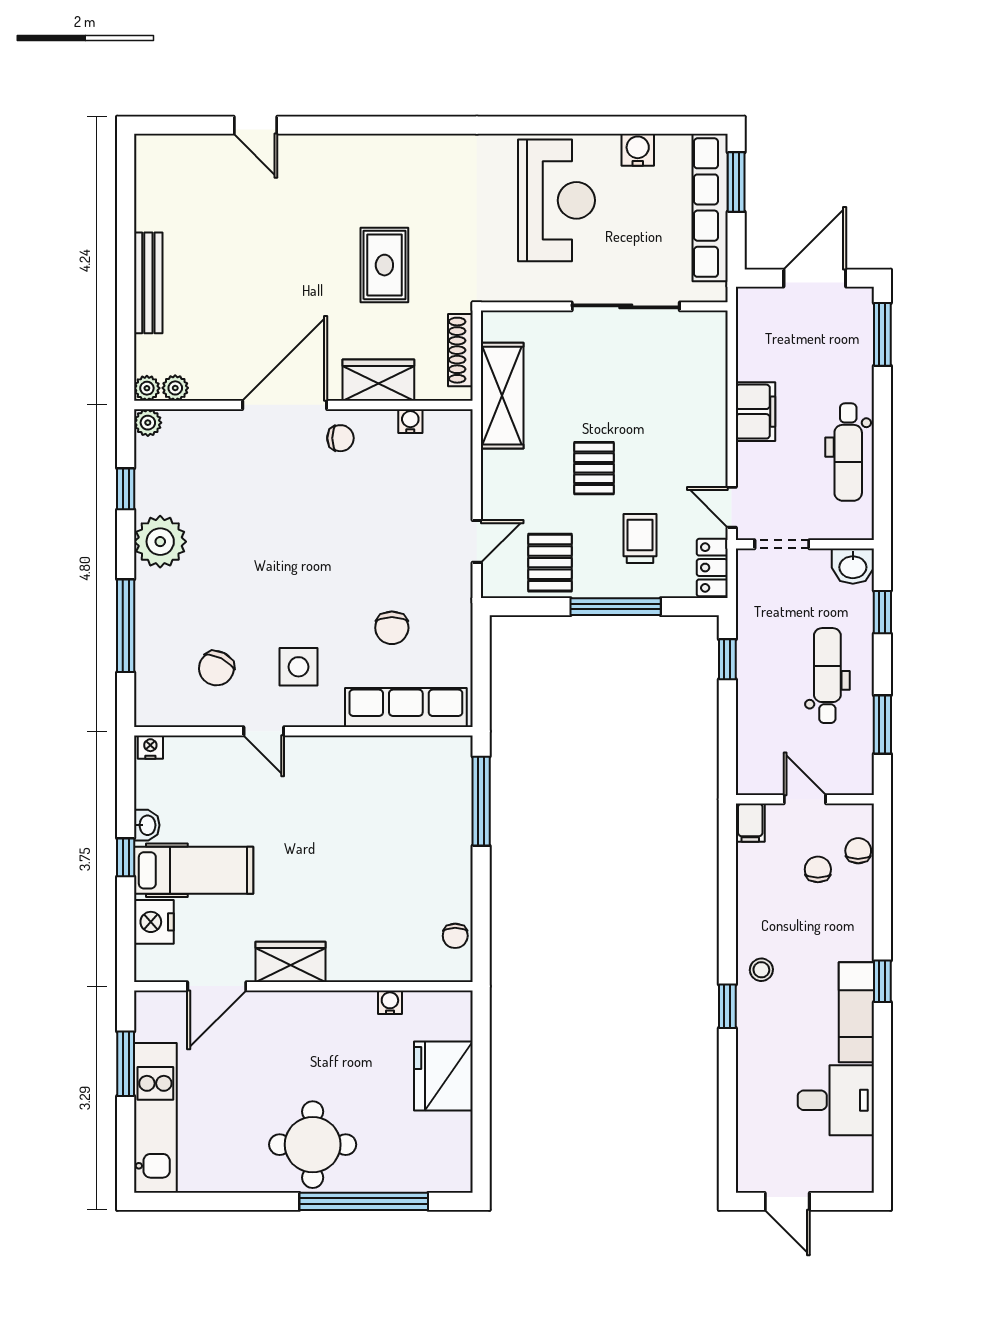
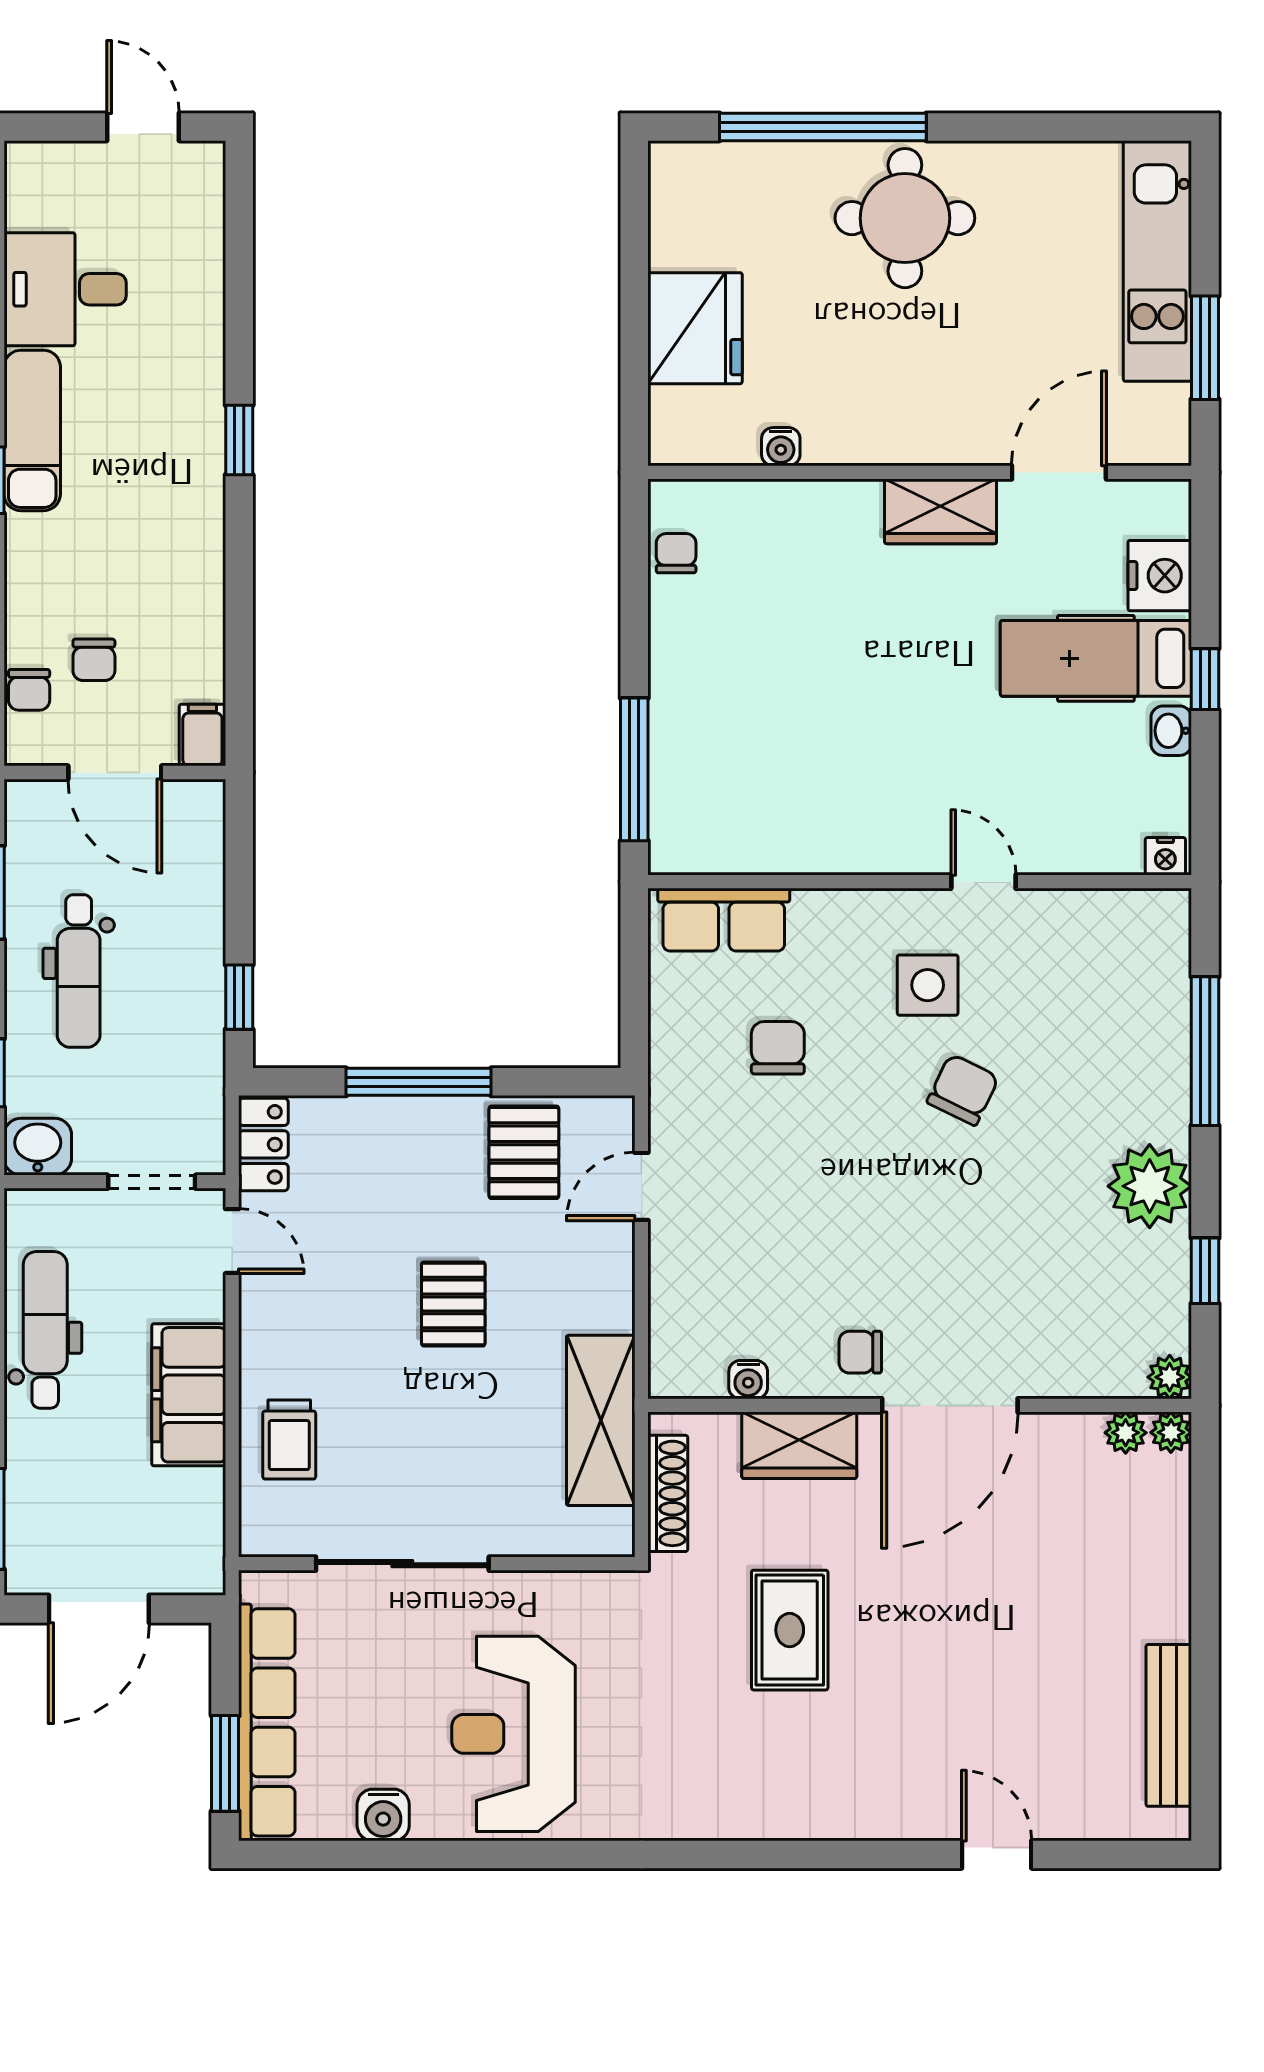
bench: (148, 283) -> (1169, 1725), moved
filing cabinet: (756, 412) -> (189, 1395), width x1.50, depth x1.17
trolley: (640, 538) -> (289, 1439), moved
chair: (216, 668) -> (963, 1090), moved
row of seats: (406, 708) -> (724, 920), width x0.68
door: (805, 799) -> (115, 772), width x1.38
stool: (761, 970) -> (185, 499), removed

